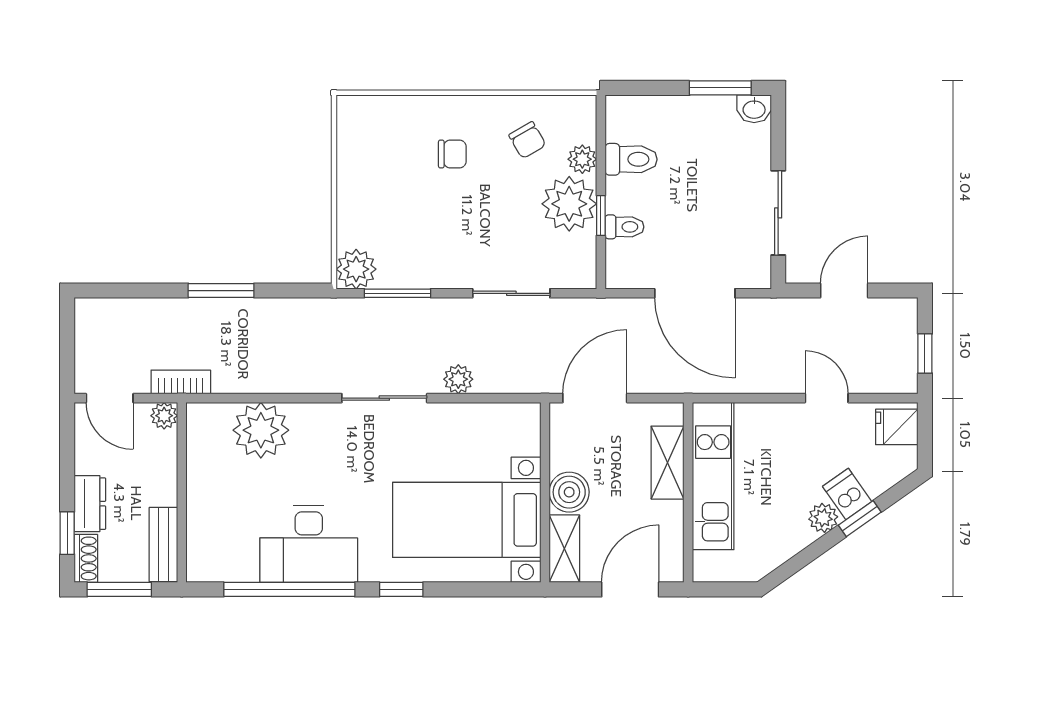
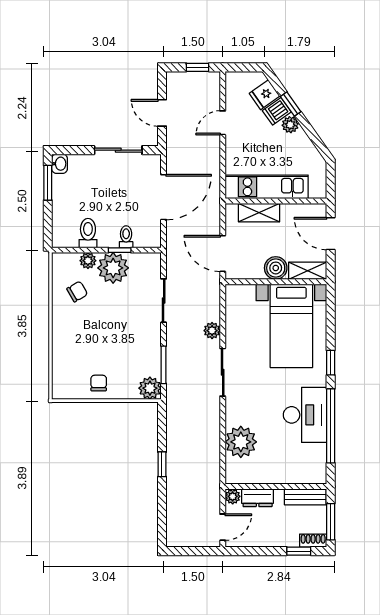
chair: (452, 154) -> (99, 383), moved
window: (221, 291) -> (162, 464), width x0.67
bookcase: (181, 382) -> (214, 487), removed
fridge: (897, 427) -> (265, 95), moved, turned 55
dresser: (90, 504) -> (258, 498), moved, turned 180

